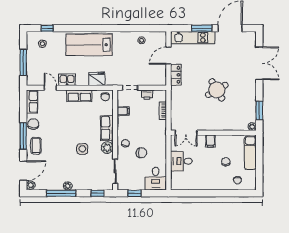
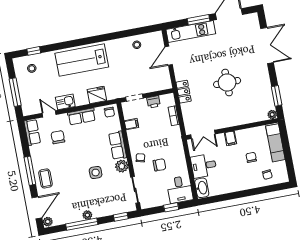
locker: (176, 75) -> (184, 92), moved
round table: (217, 90) -> (227, 83), turned 30
chair: (33, 124) -> (58, 137), moved
washbasin: (176, 181) -> (202, 188), added
window: (134, 193) -> (171, 207), moved

